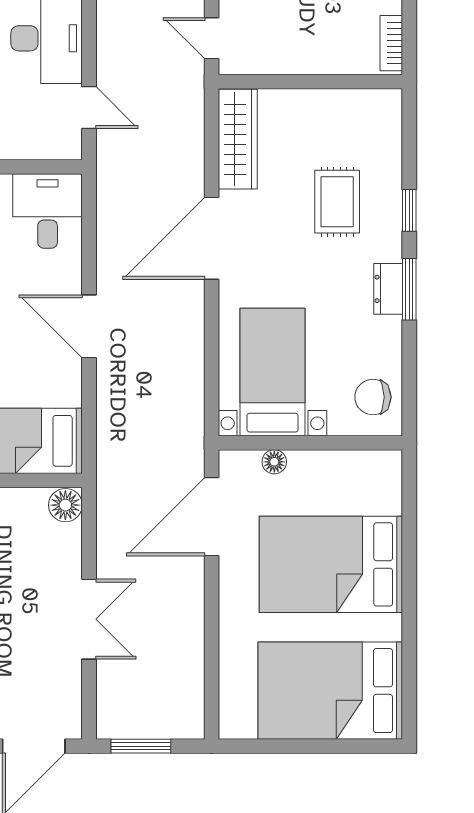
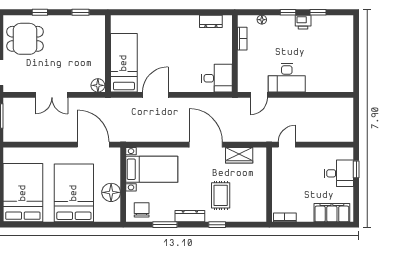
wardrobe: (238, 139) -> (239, 155), width x0.67
rug: (337, 202) -> (221, 195), turned 90
dresser: (388, 289) -> (190, 216), width x1.44
window: (409, 289) -> (165, 225), moved
door: (89, 326) -> (155, 95), moved
floor lamp: (274, 462) -> (111, 192), moved, width x1.89, depth x1.89

